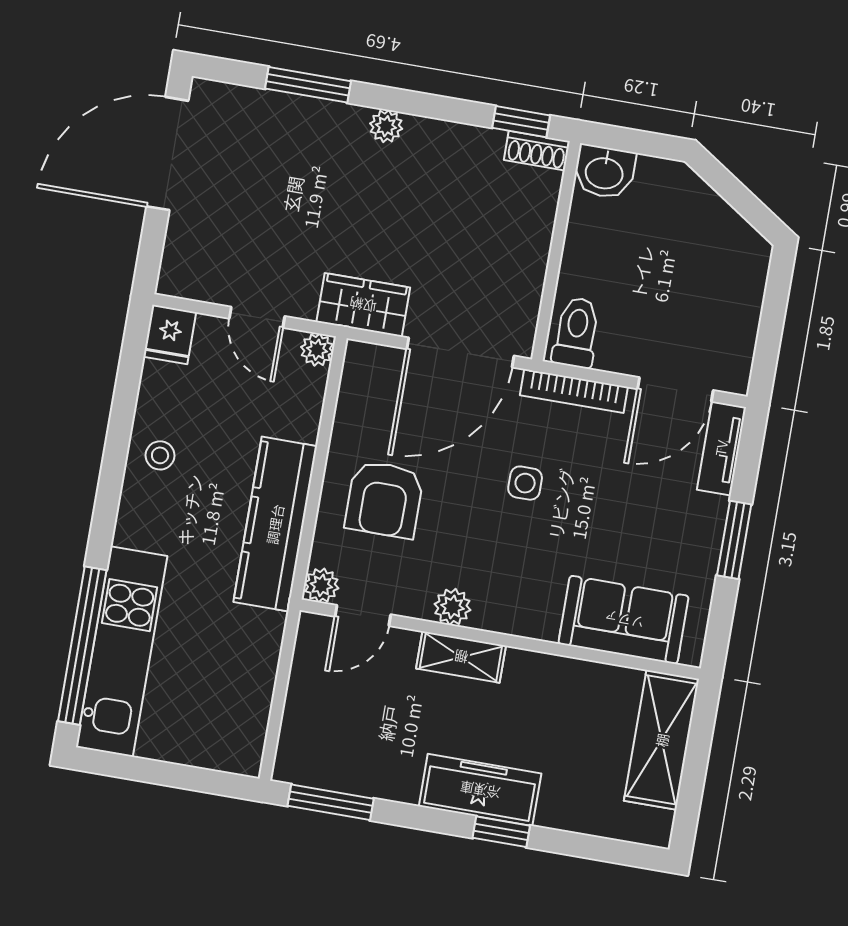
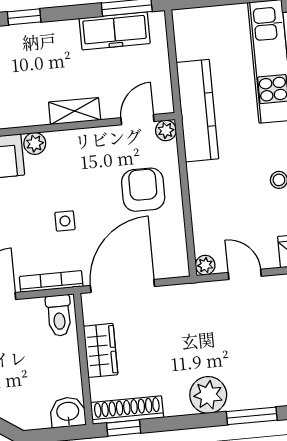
plant: (386, 126) -> (208, 395), width x1.88, depth x1.88
shoe rack: (537, 151) -> (127, 410), width x1.94, depth x1.24
wardrobe: (363, 305) -> (101, 350), moved, turned -90
kitchen counter: (275, 524) -> (197, 111), moved
plant: (452, 607) -> (35, 143), moved
freezer: (480, 790) -> (115, 31), moved

